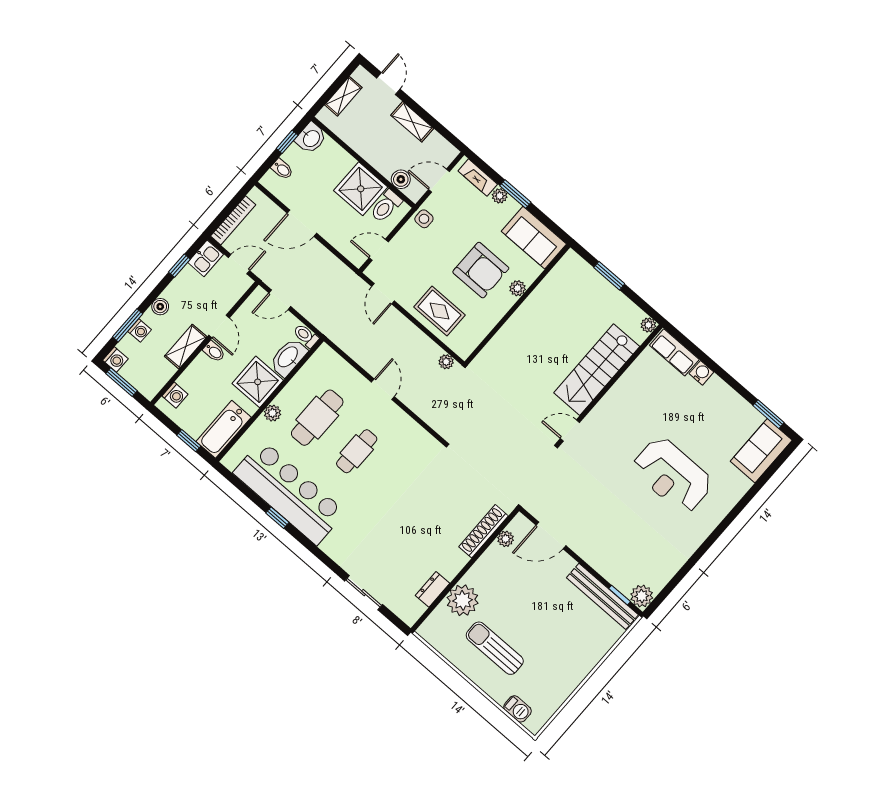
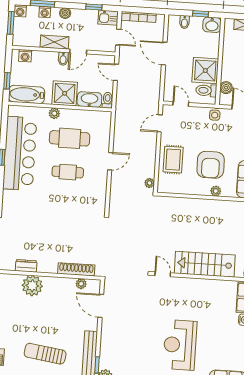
sun lounger: (495, 648) -> (45, 354), moved, turned -82

